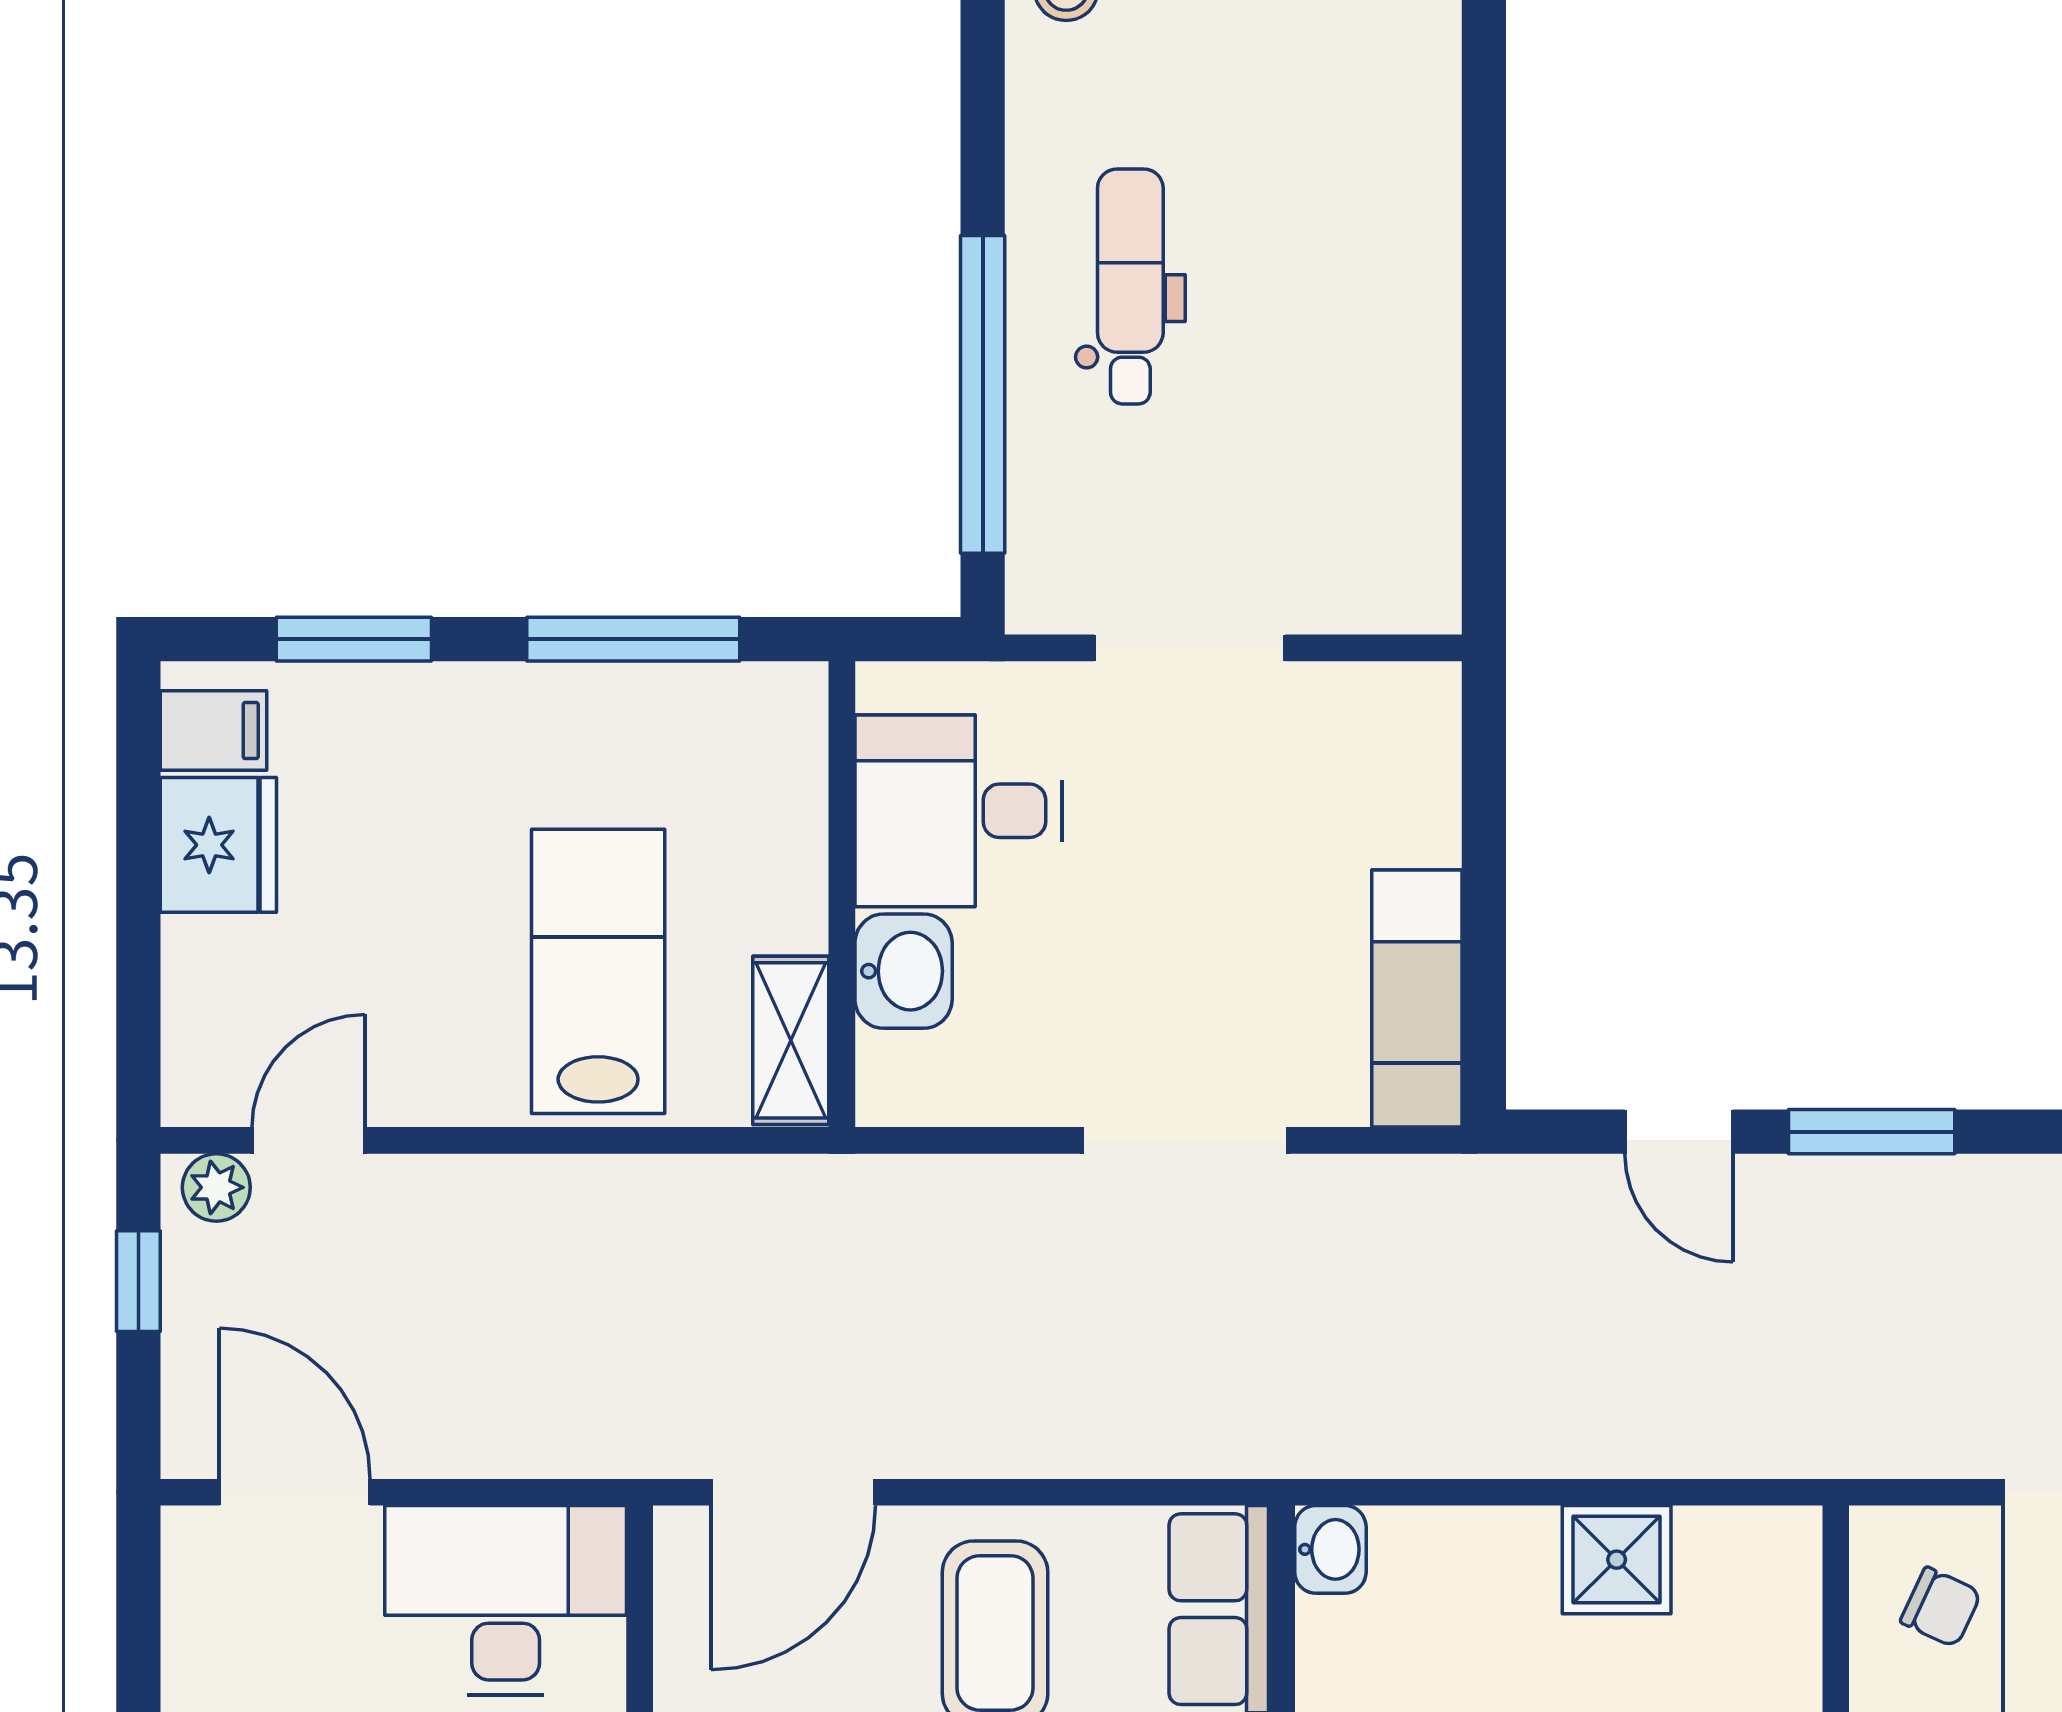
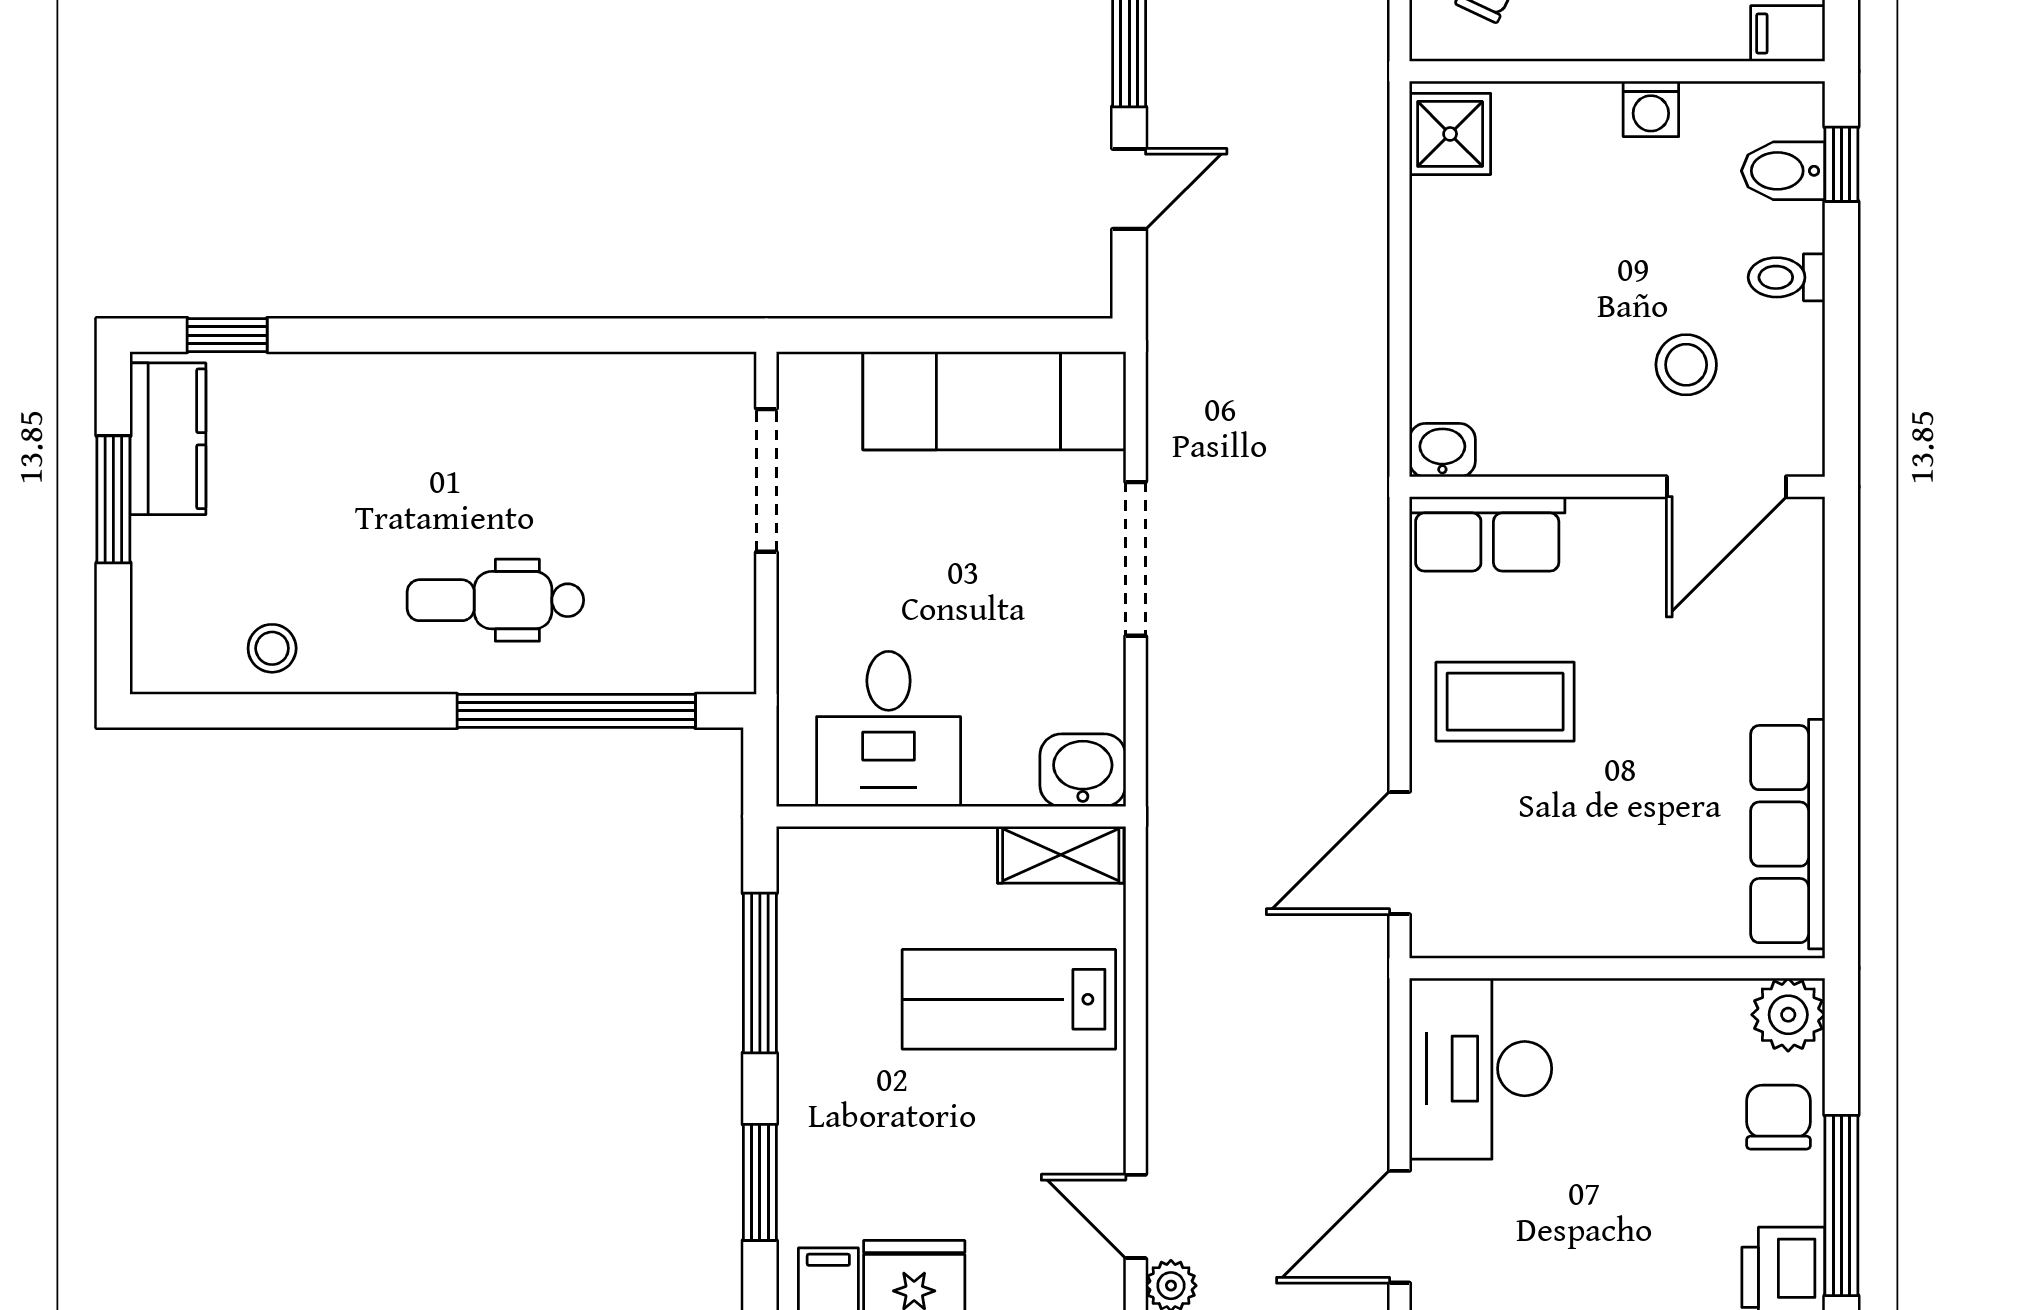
doorway: (1190, 648) -> (766, 480), moved
washbasin: (904, 971) -> (1083, 770), moved
exam couch: (1417, 999) -> (994, 401), width x1.36, depth x1.45
door: (793, 1492) -> (1400, 853), swing flipped
shower: (1617, 1560) -> (1450, 134), moved

